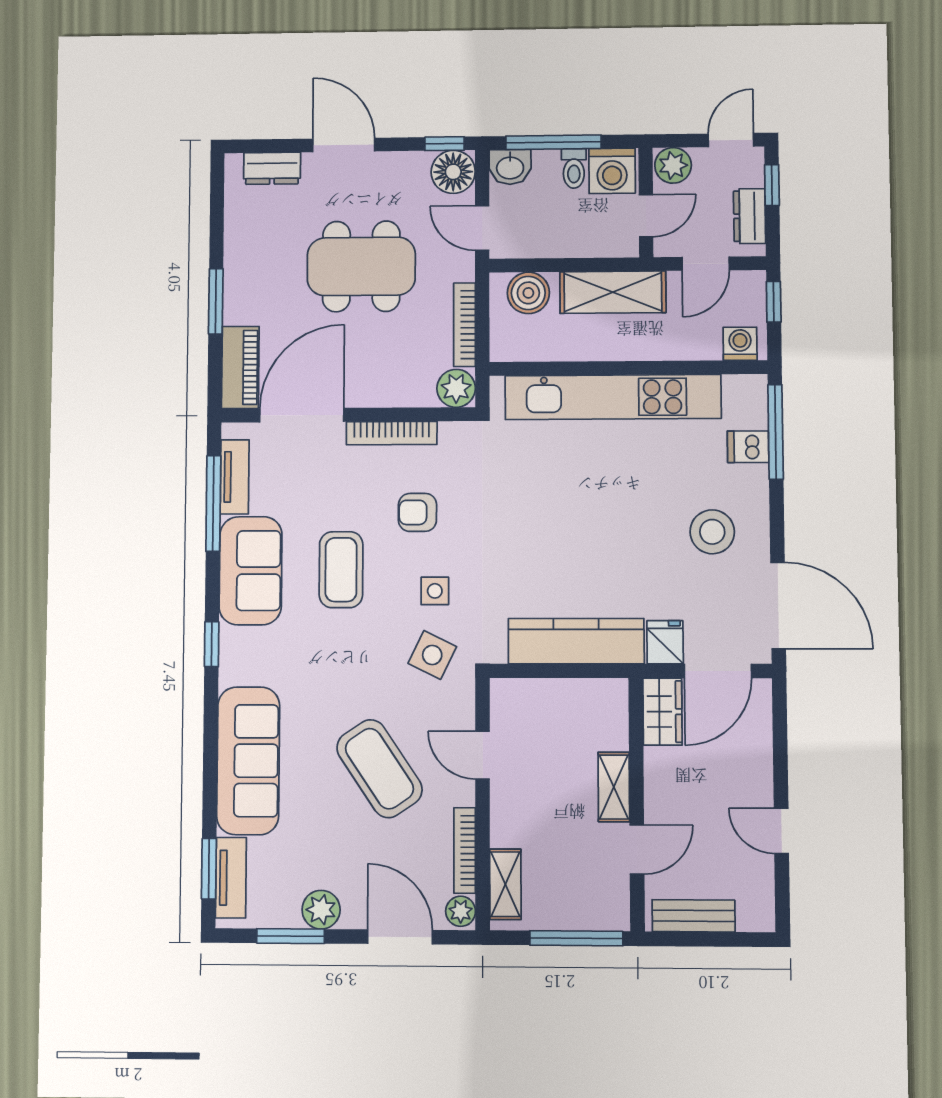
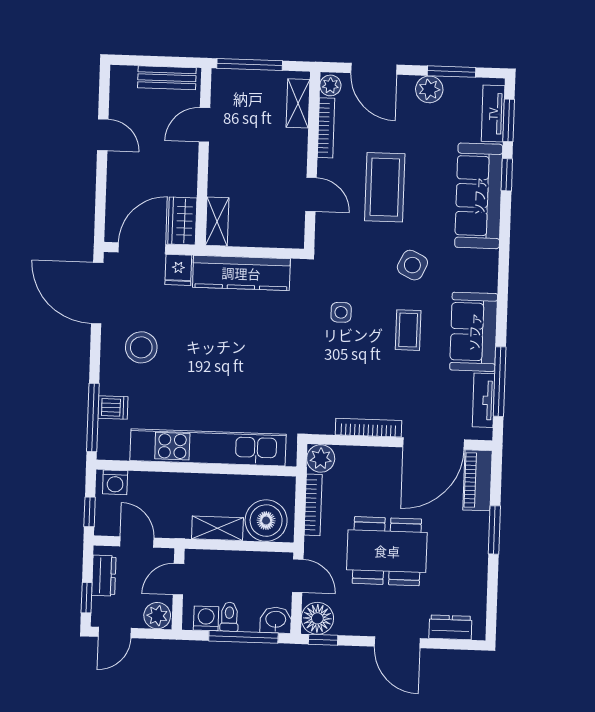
washing machine: (612, 171) -> (206, 618), width x0.73, depth x0.73
door: (706, 264) -> (137, 542), hinge flipped
shelving: (613, 292) -> (217, 528), width x0.67, depth x0.75
boiler: (528, 293) -> (266, 521), width x1.37, depth x1.37
armchair: (417, 512) -> (352, 369), removed
coffee table: (341, 570) -> (408, 330), width x0.73, depth x0.77
window: (212, 644) -> (507, 175), moved
side table: (432, 655) -> (412, 265), moved
coffee table: (379, 769) -> (385, 187), turned 34
shelving: (614, 787) -> (217, 221), moved

